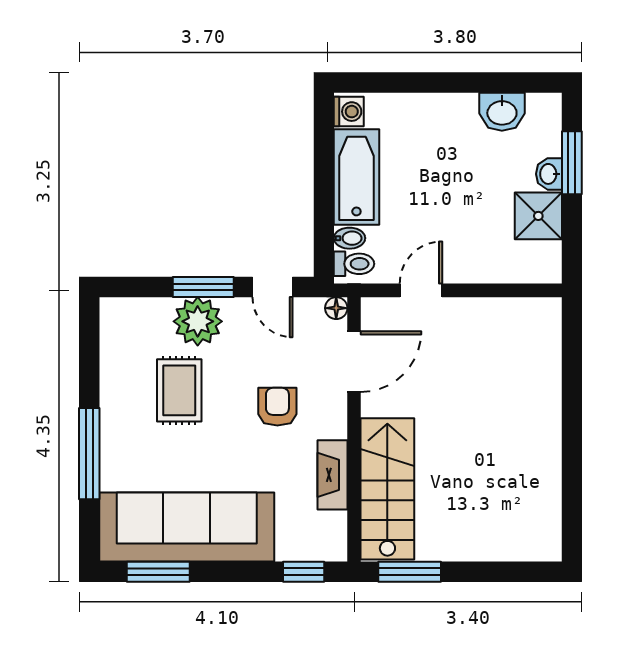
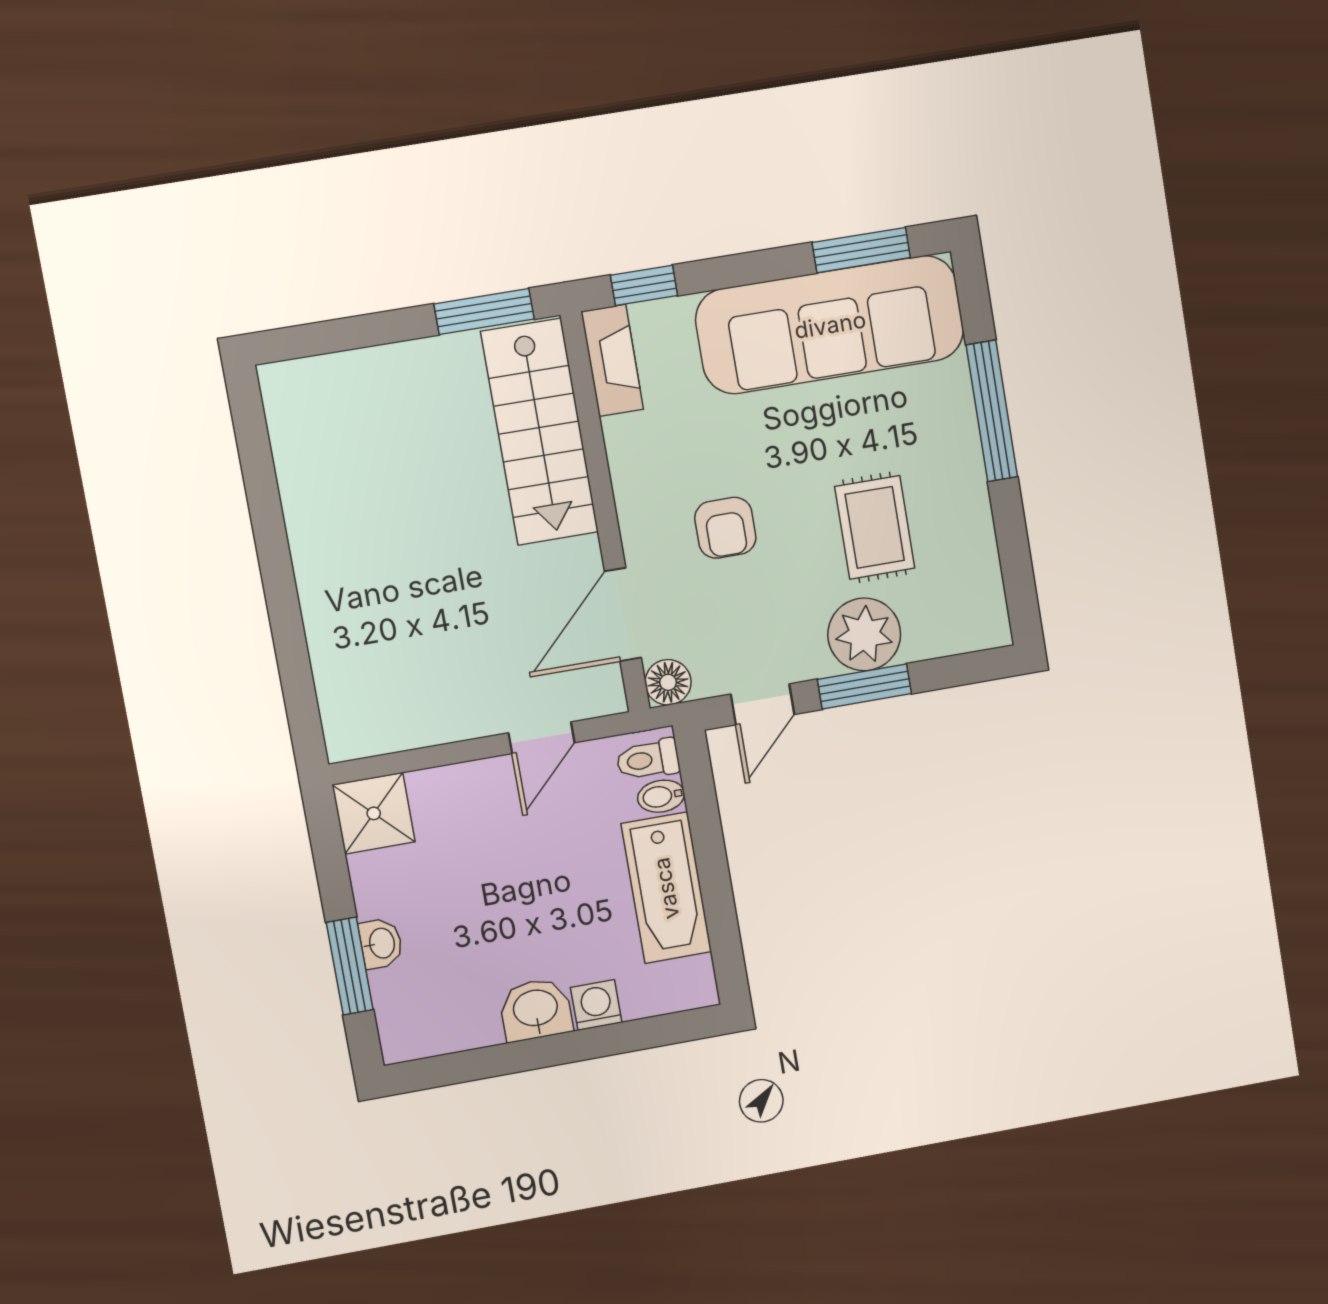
washing machine: (349, 112) -> (596, 1005), moved, turned 90
washbasin: (502, 112) -> (536, 1010), moved
shower: (538, 216) -> (374, 813), moved
door: (273, 287) -> (763, 704), swing flipped
floor lamp: (336, 308) -> (668, 682), width x1.37, depth x1.37
fireplace: (332, 475) -> (612, 360), moved

